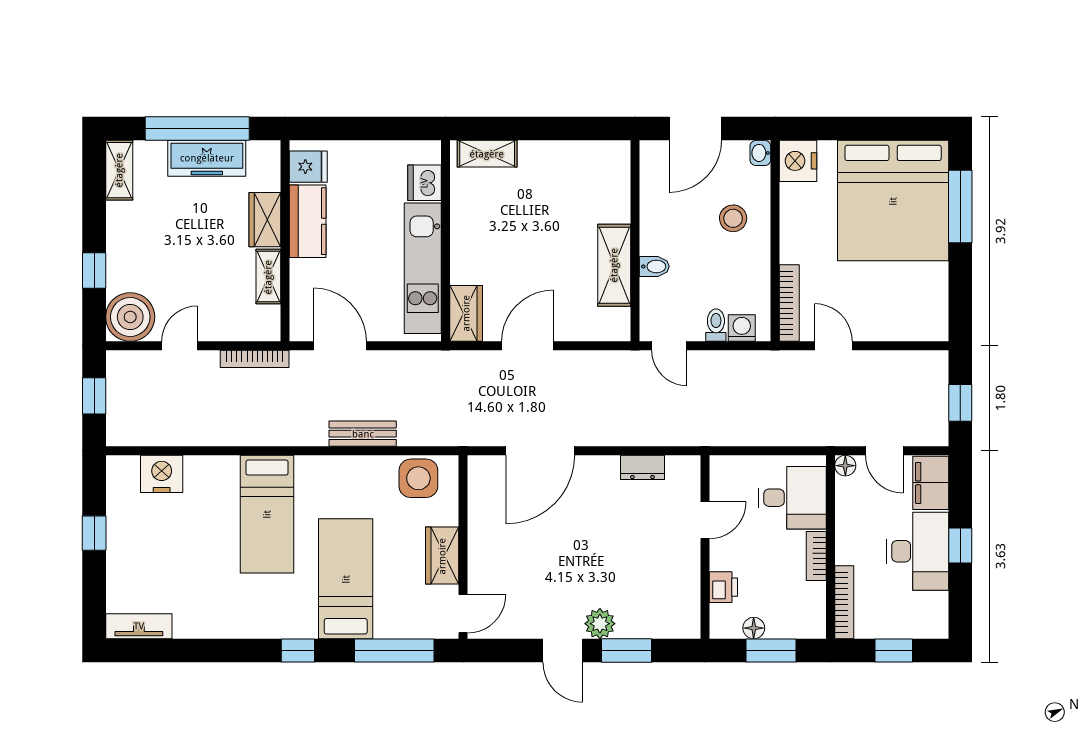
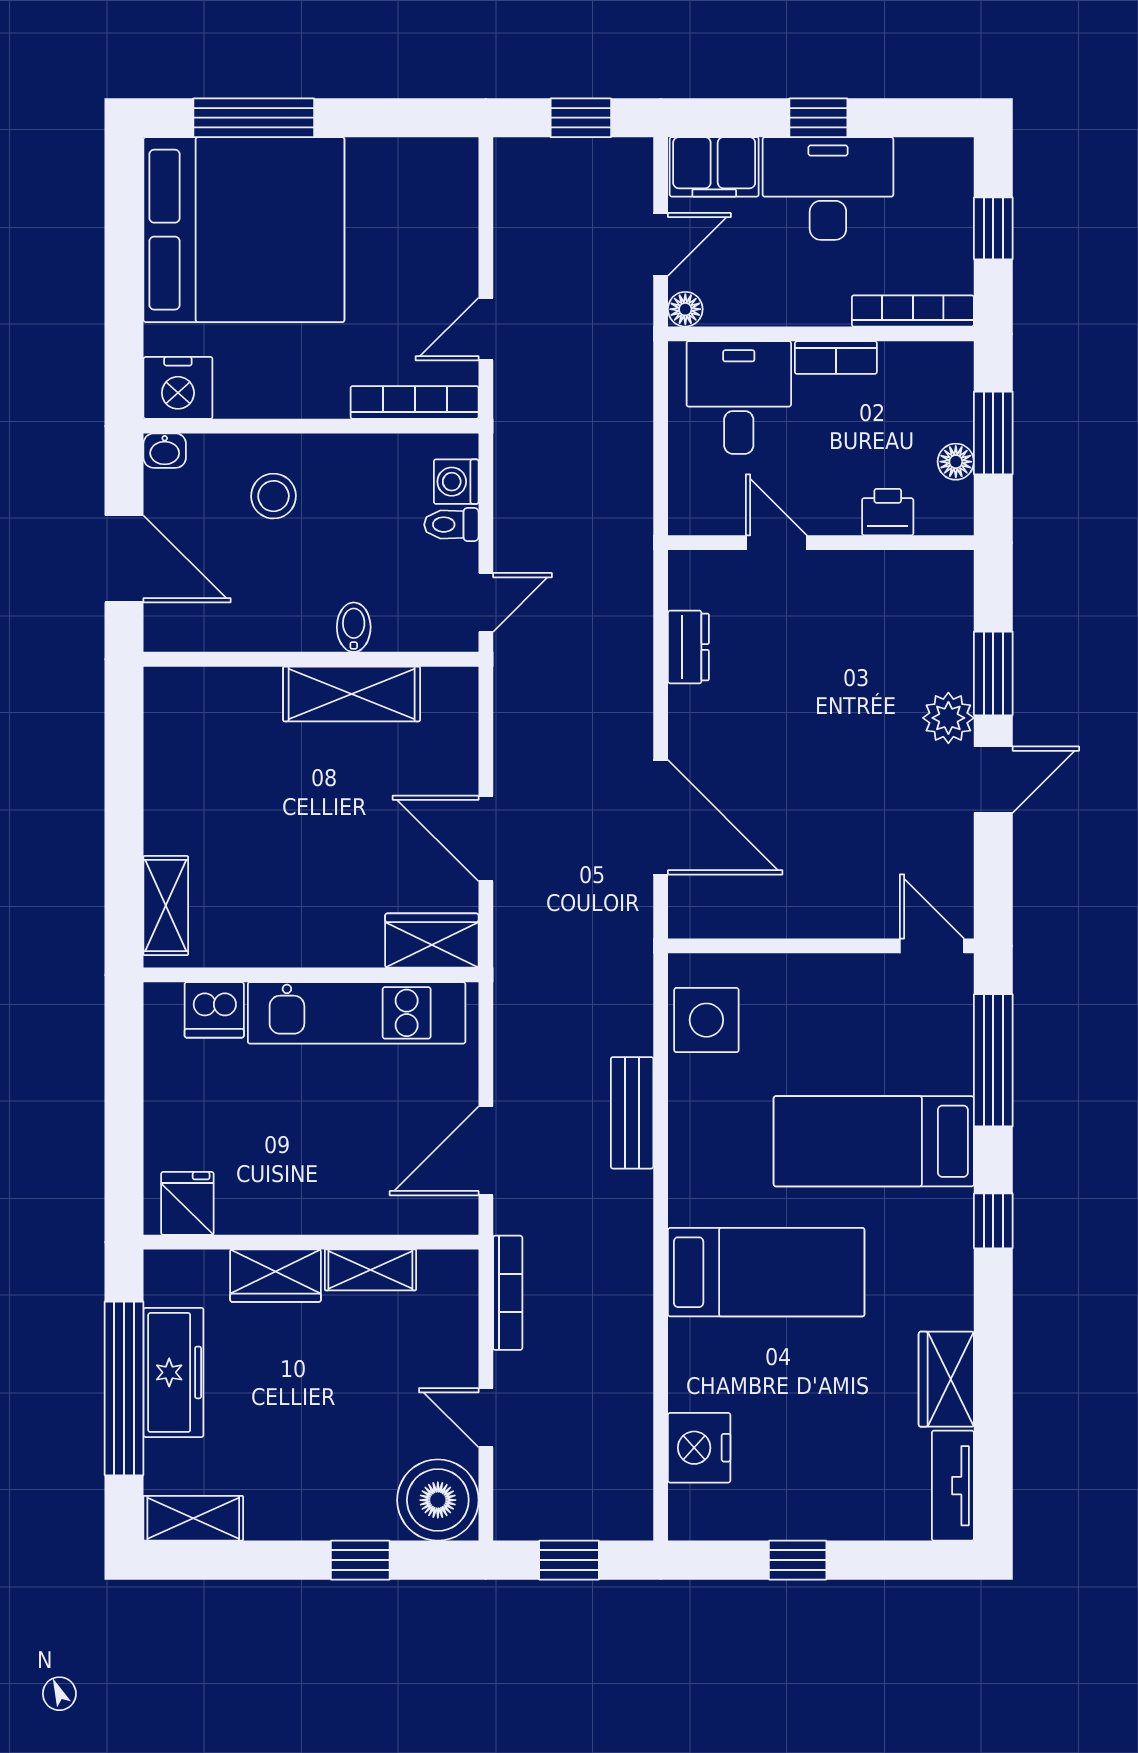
kitchen counter: (308, 221) -> (278, 1204), removed
wardrobe: (442, 556) -> (946, 1379), moved, turned 90

